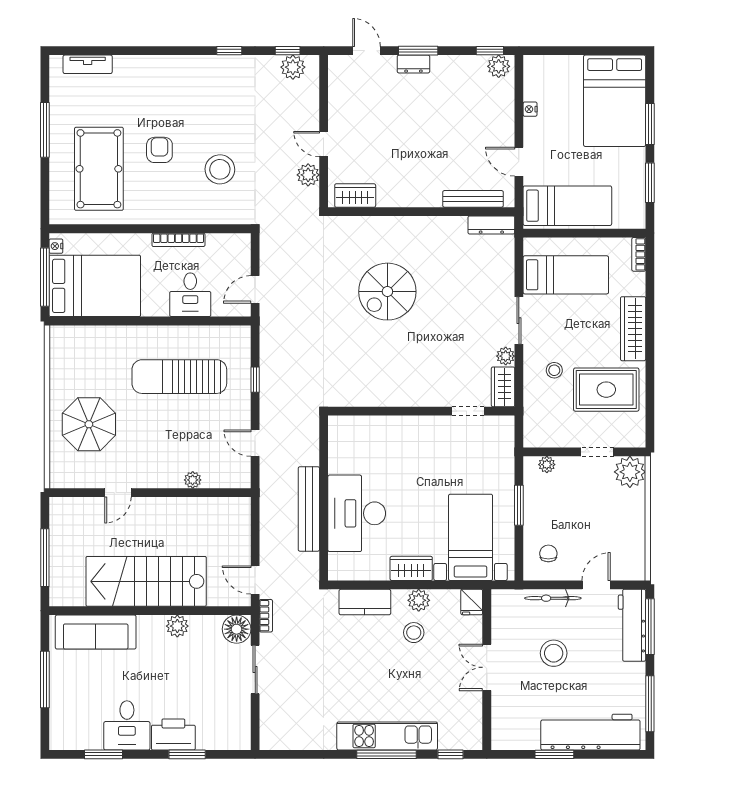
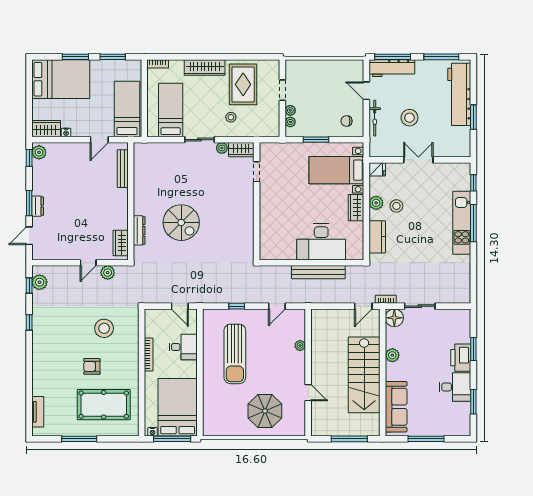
wardrobe: (536, 78) -> (46, 129), added
dresser: (491, 225) -> (139, 230), moved
plant: (630, 472) -> (290, 110), moved, width x0.53, depth x0.53
double door: (487, 667) -> (418, 160), swing flipped

